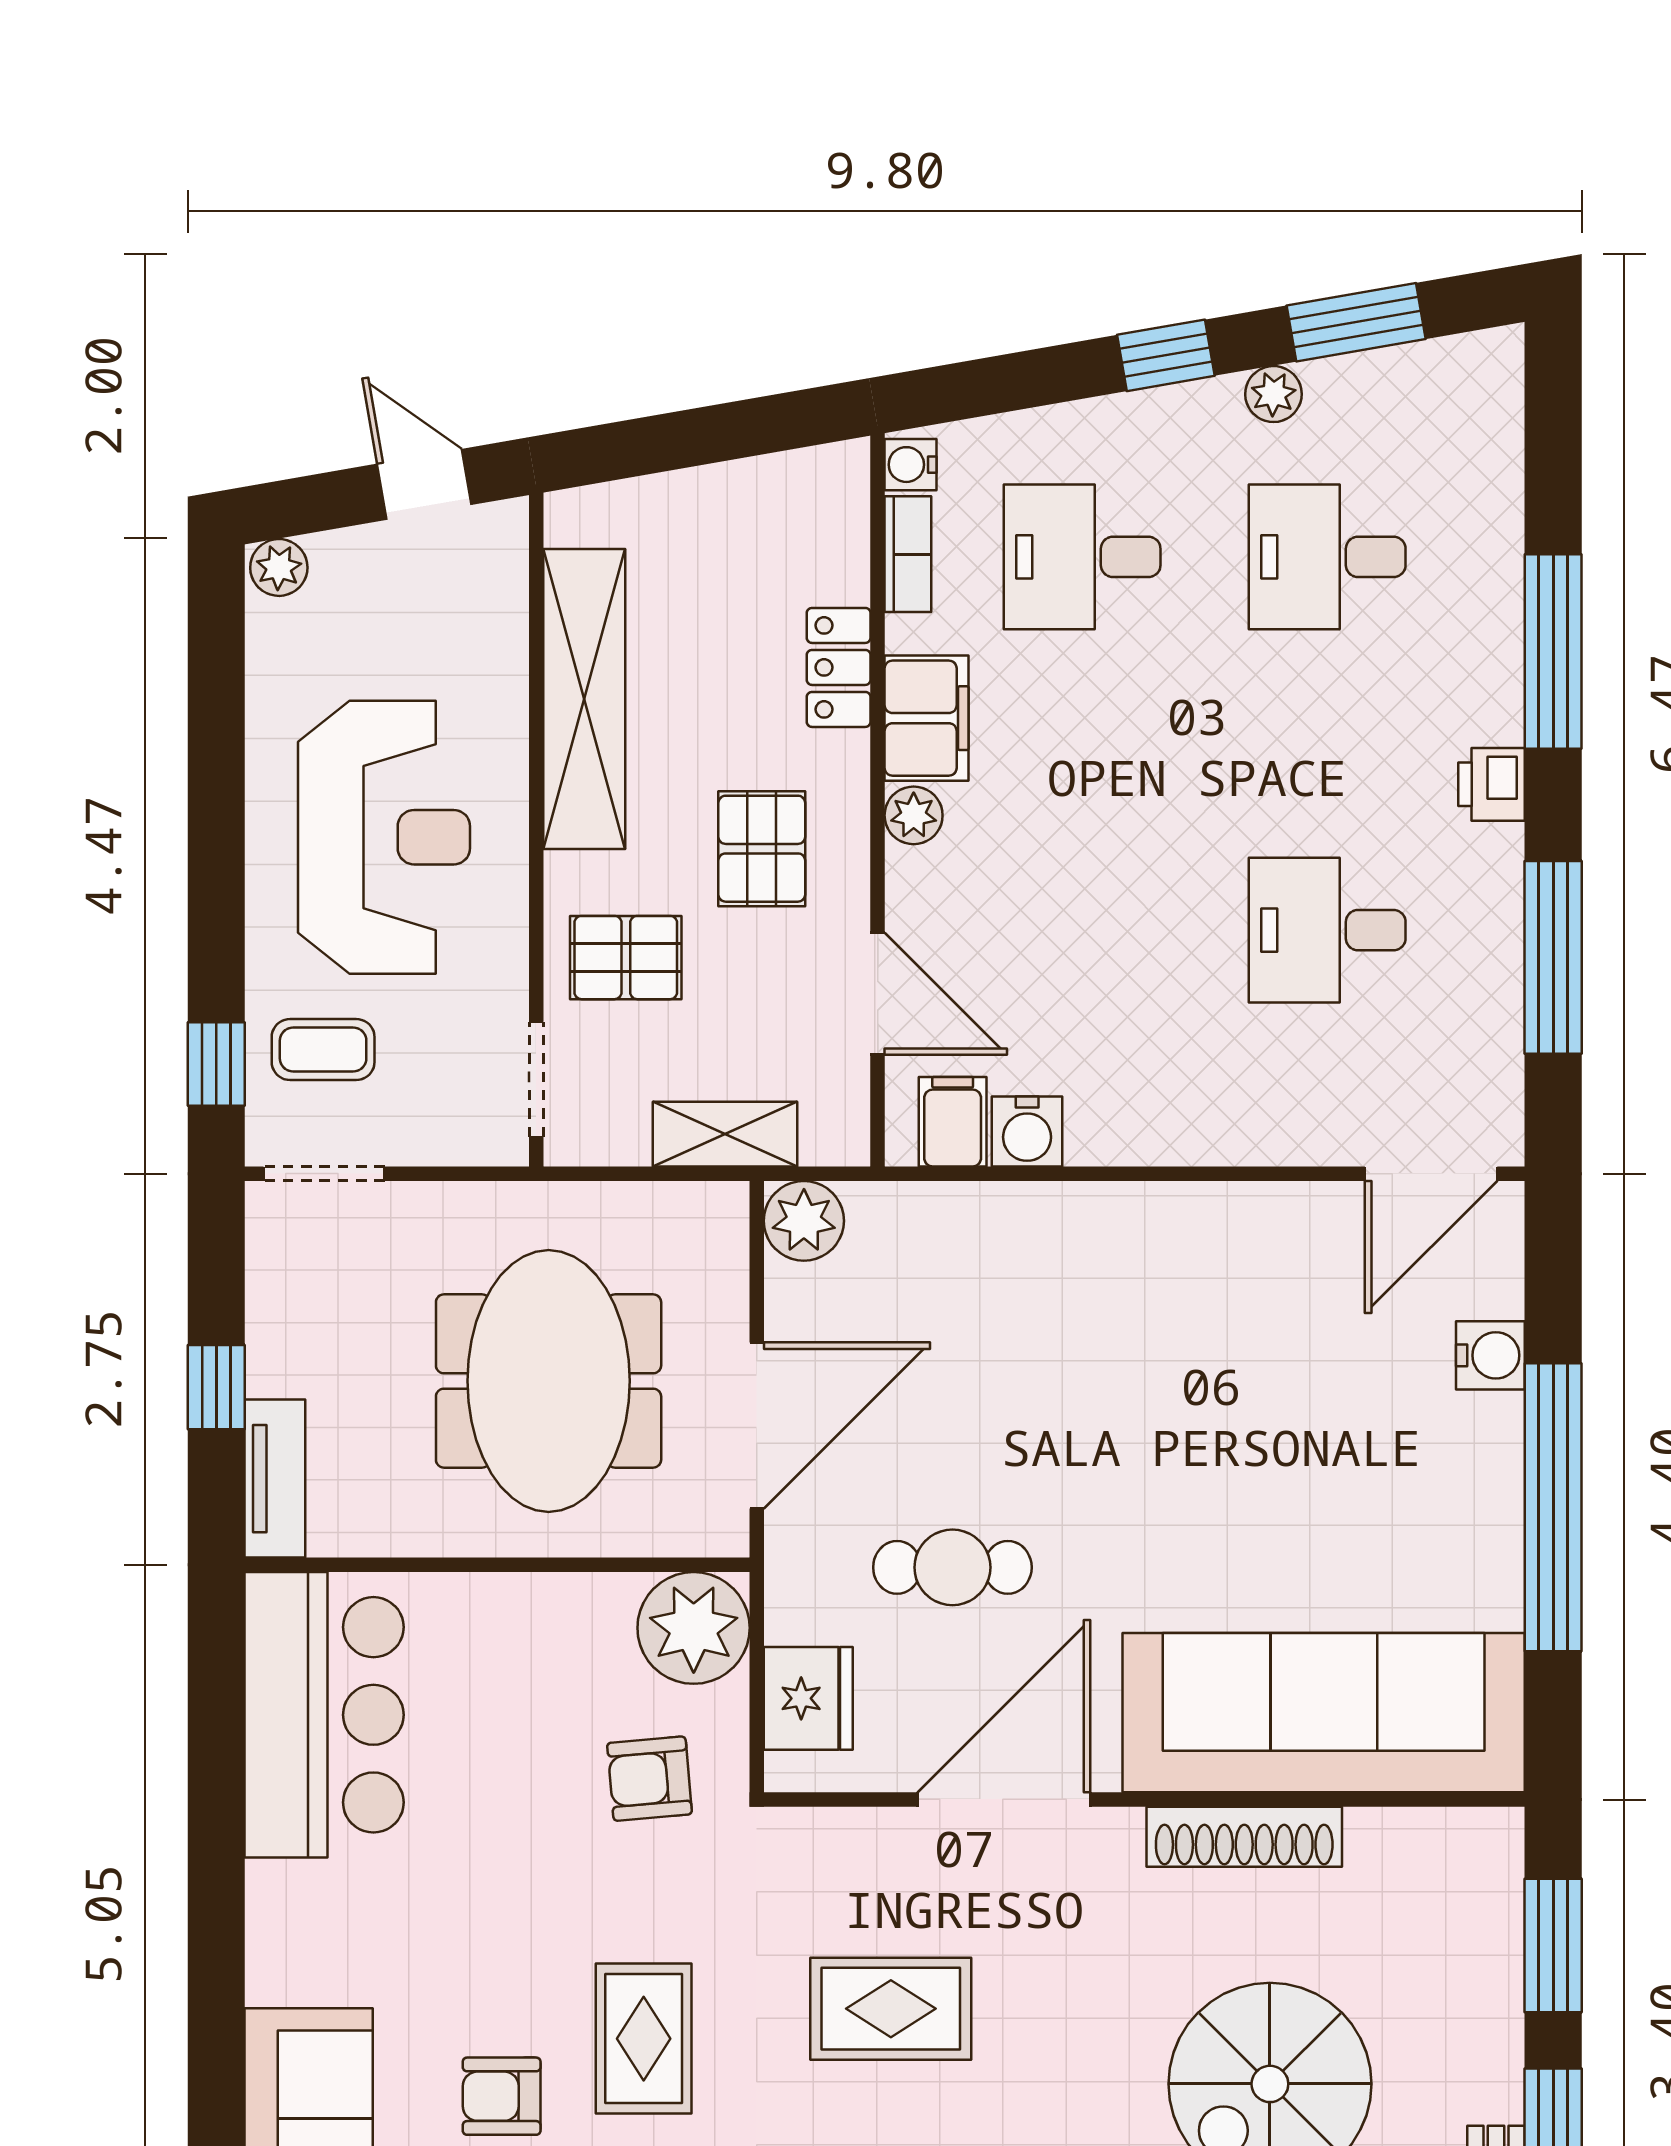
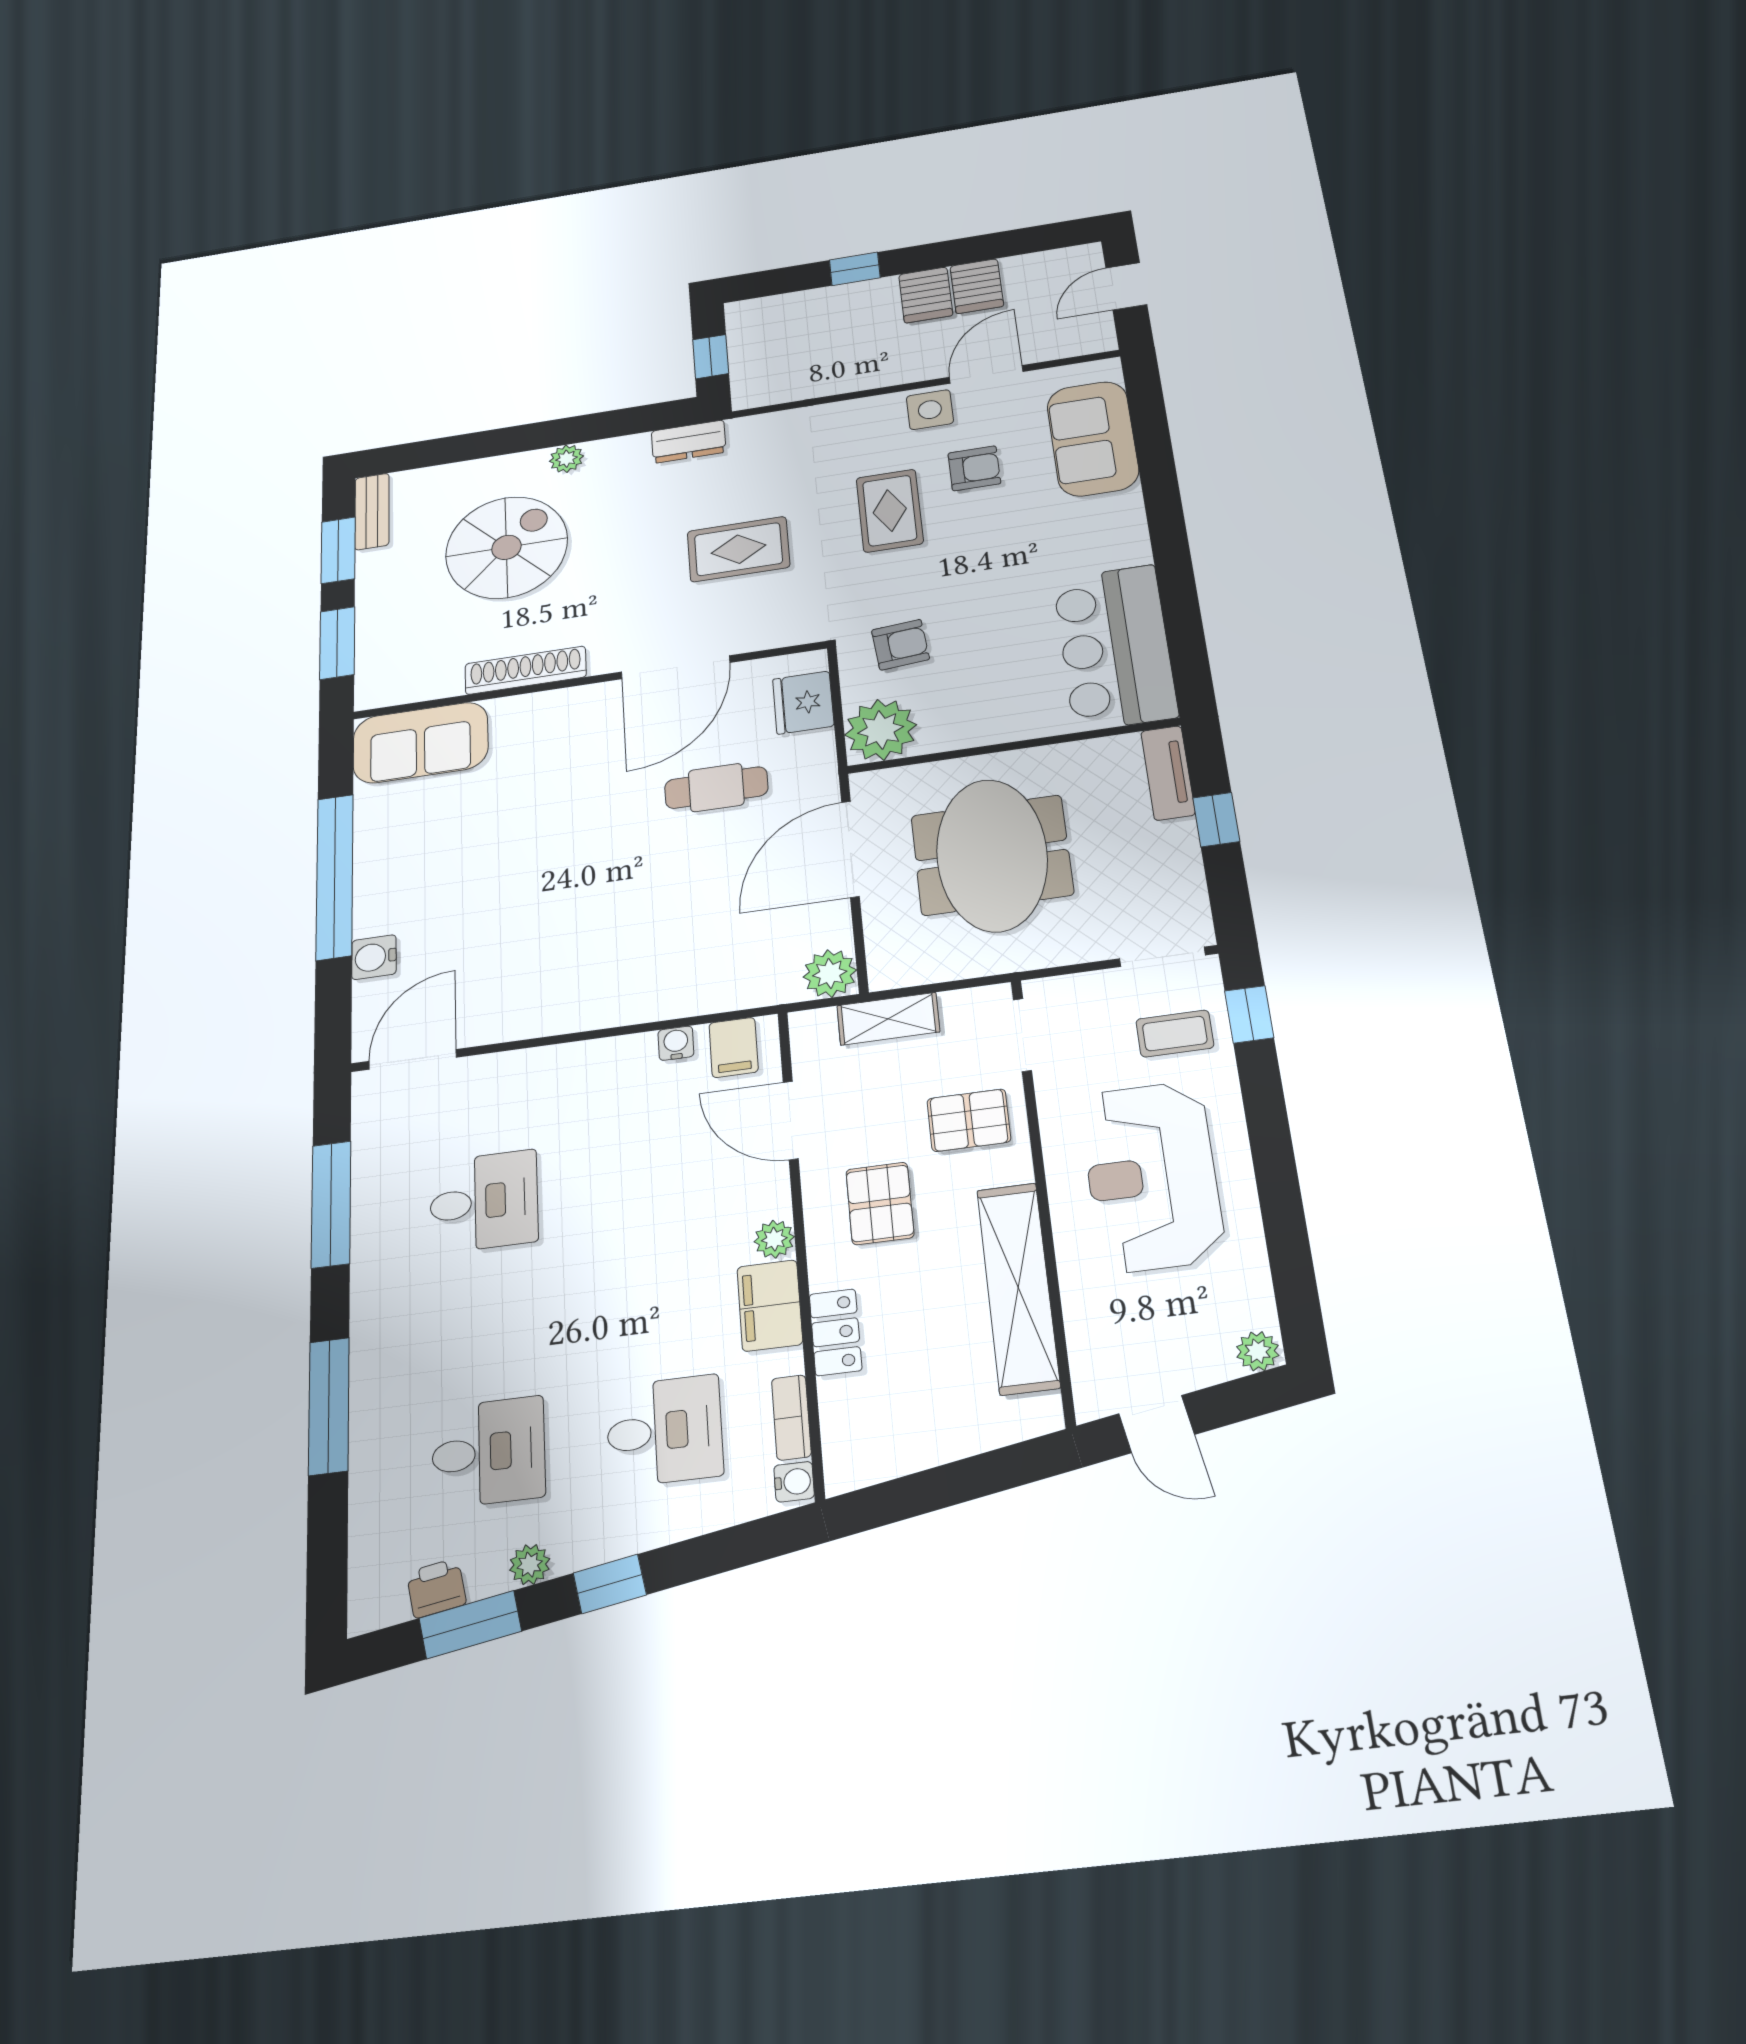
printer: (1491, 784) -> (436, 1588), moved, turned -100
water cooler: (1027, 1132) -> (676, 1043), width x0.72, depth x0.72
sofa: (1324, 1713) -> (420, 743), width x0.54, depth x0.79

